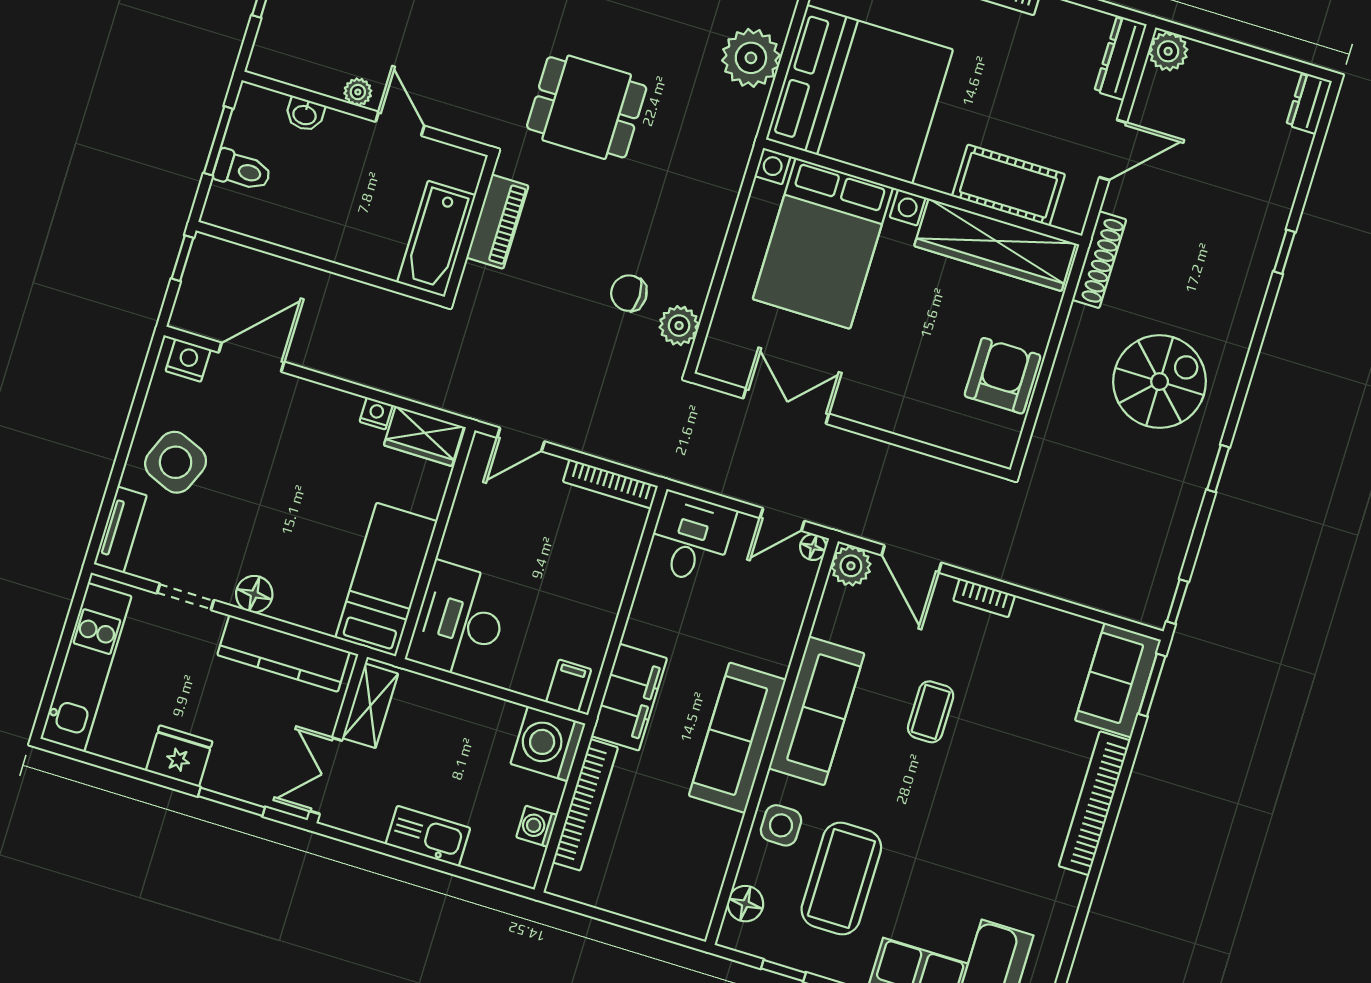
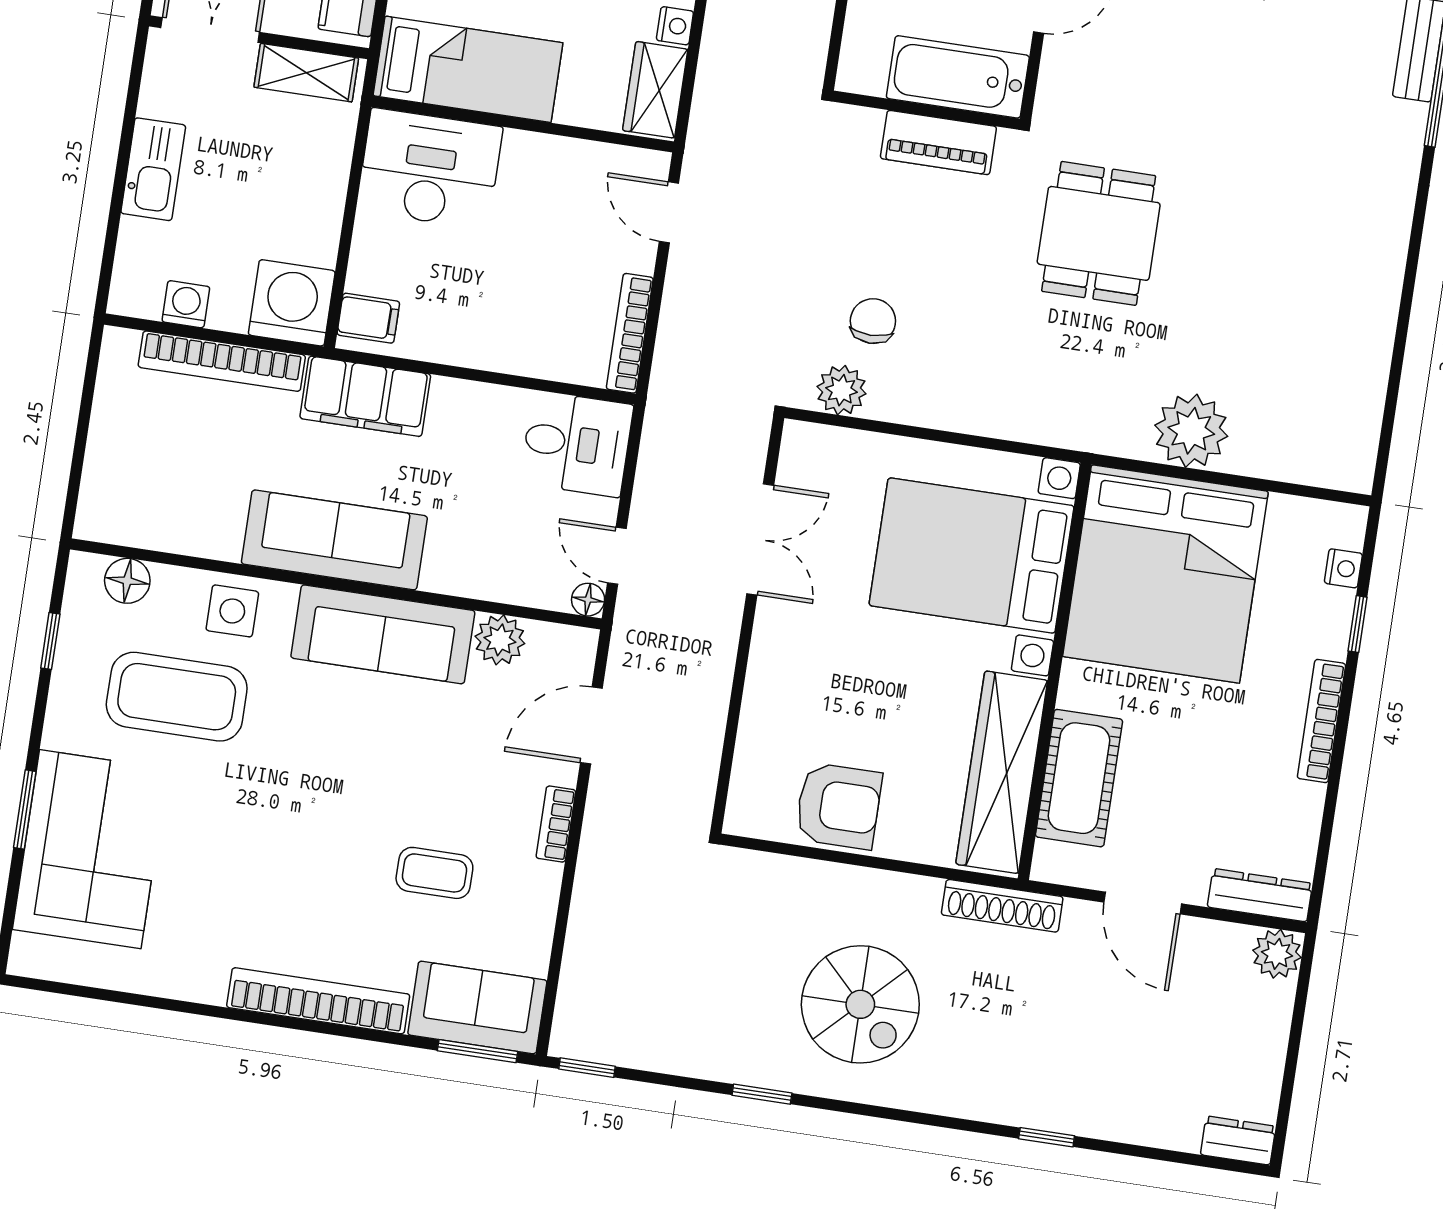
bathtub: (436, 239) -> (958, 77), moved
plant: (851, 566) -> (500, 640), moved
coffee table: (931, 712) -> (434, 873), moved

